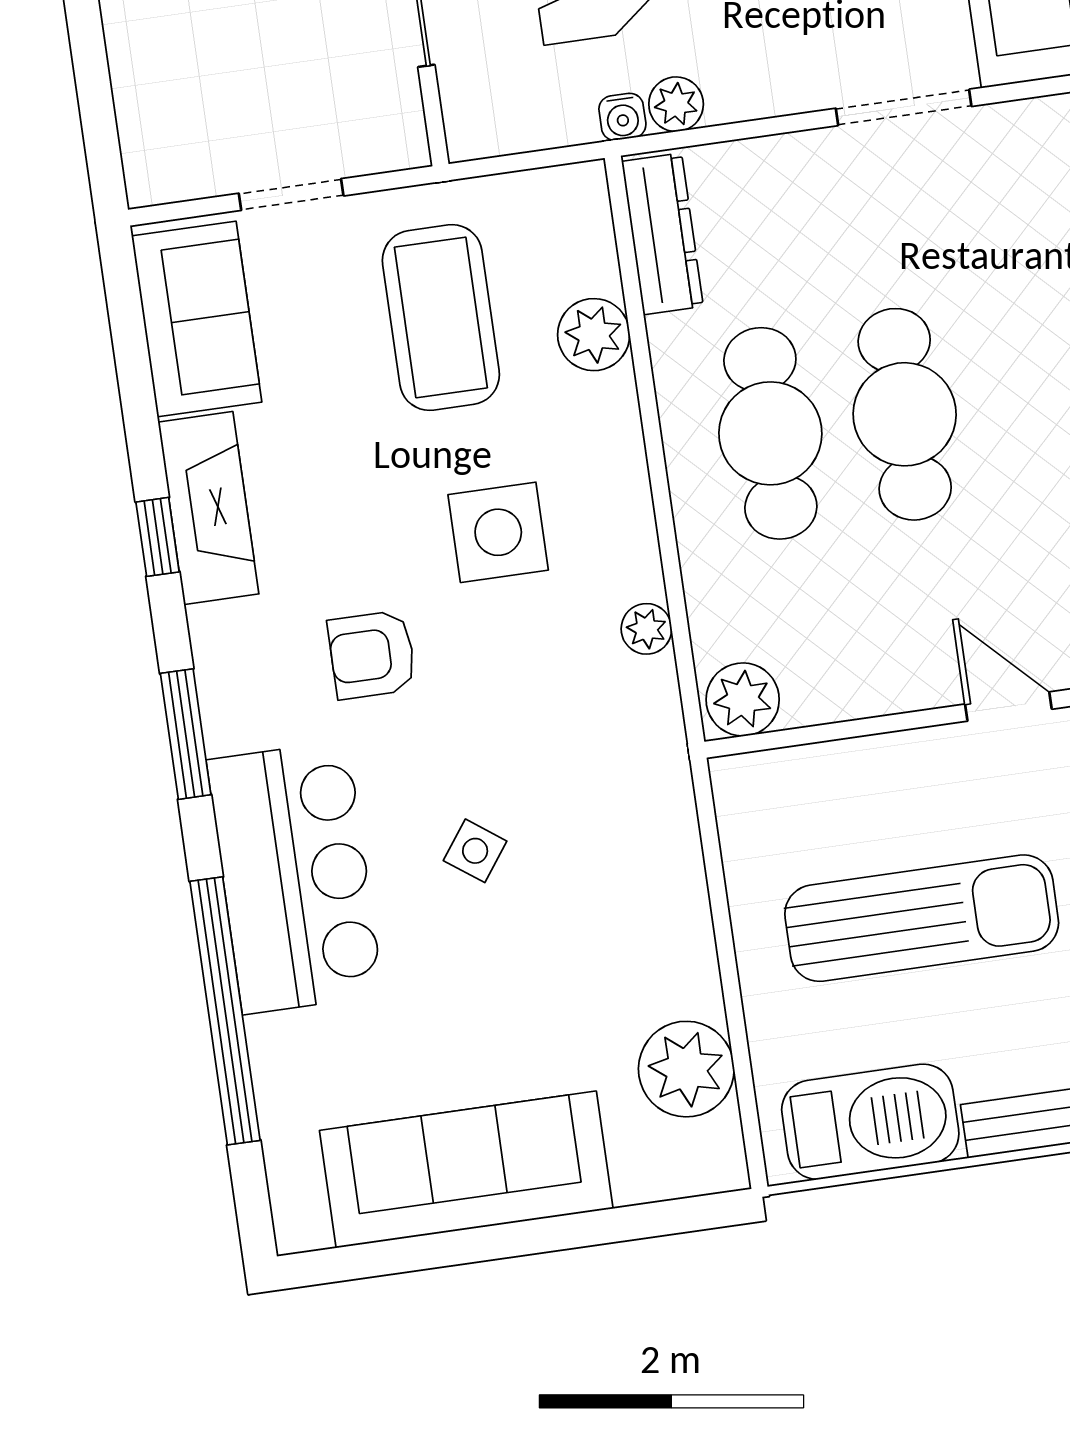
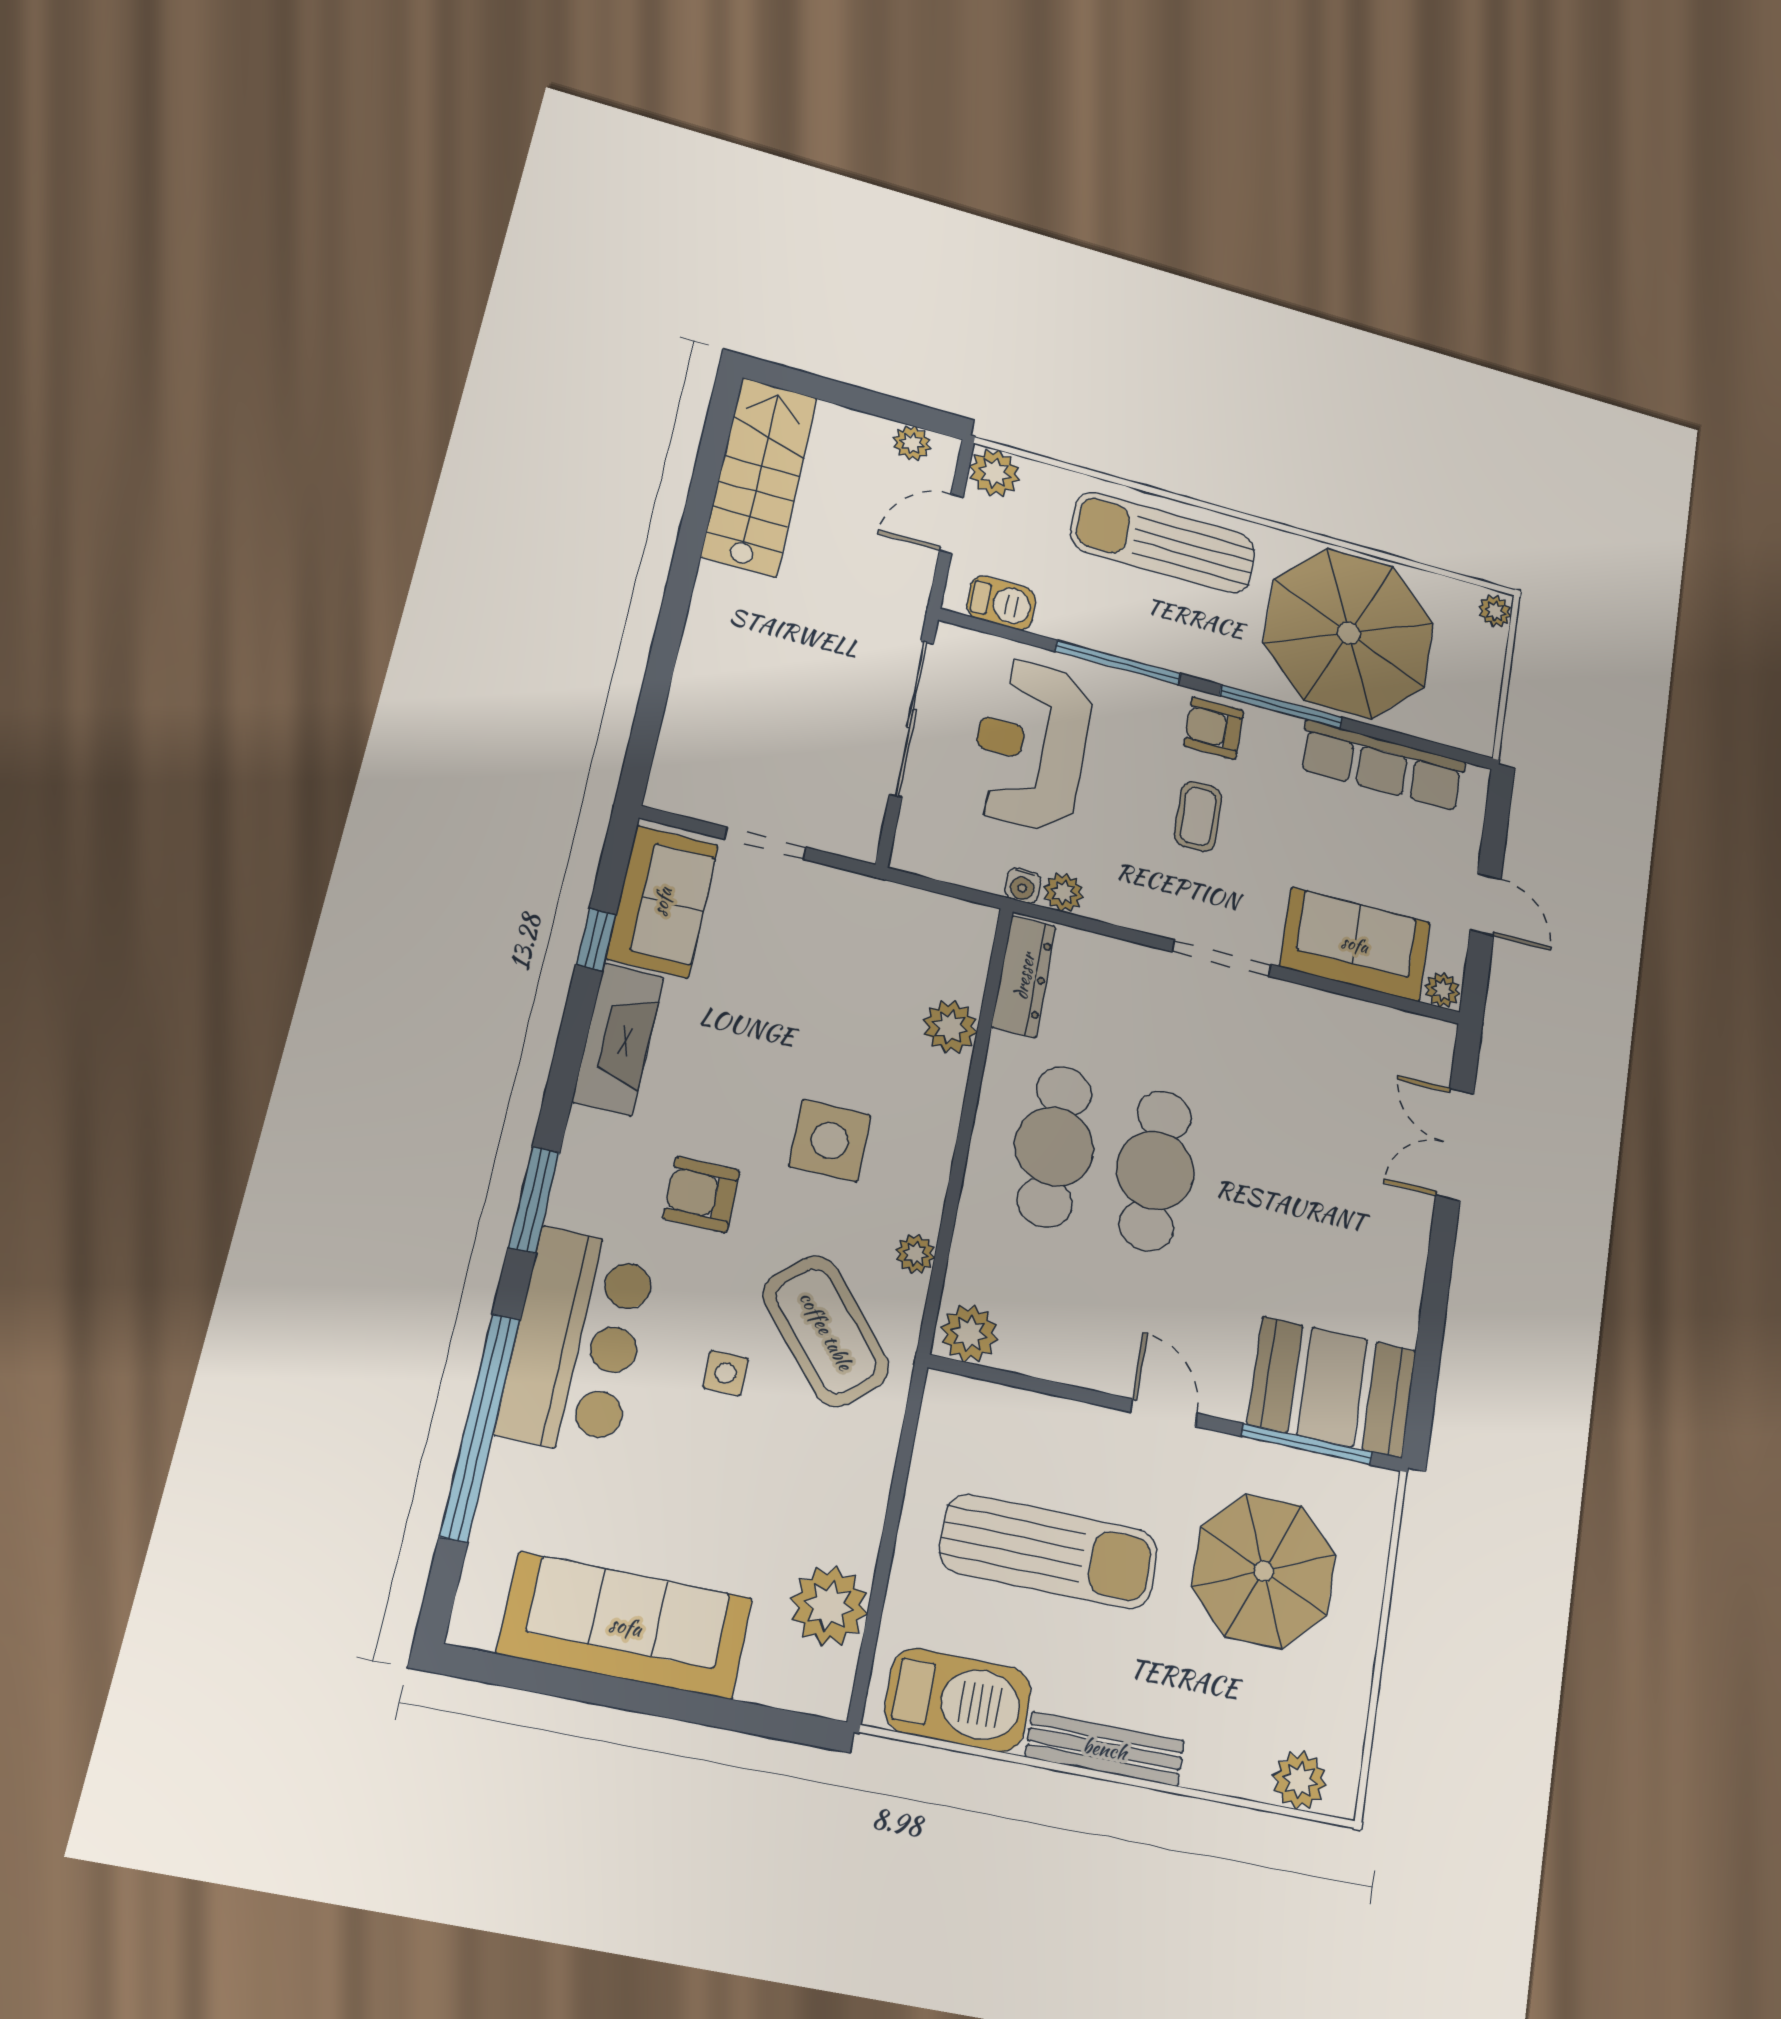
coffee table: (441, 318) -> (826, 1331), moved, turned -41
window: (158, 537) -> (596, 939), moved
side table: (475, 851) -> (725, 1373), turned -36

